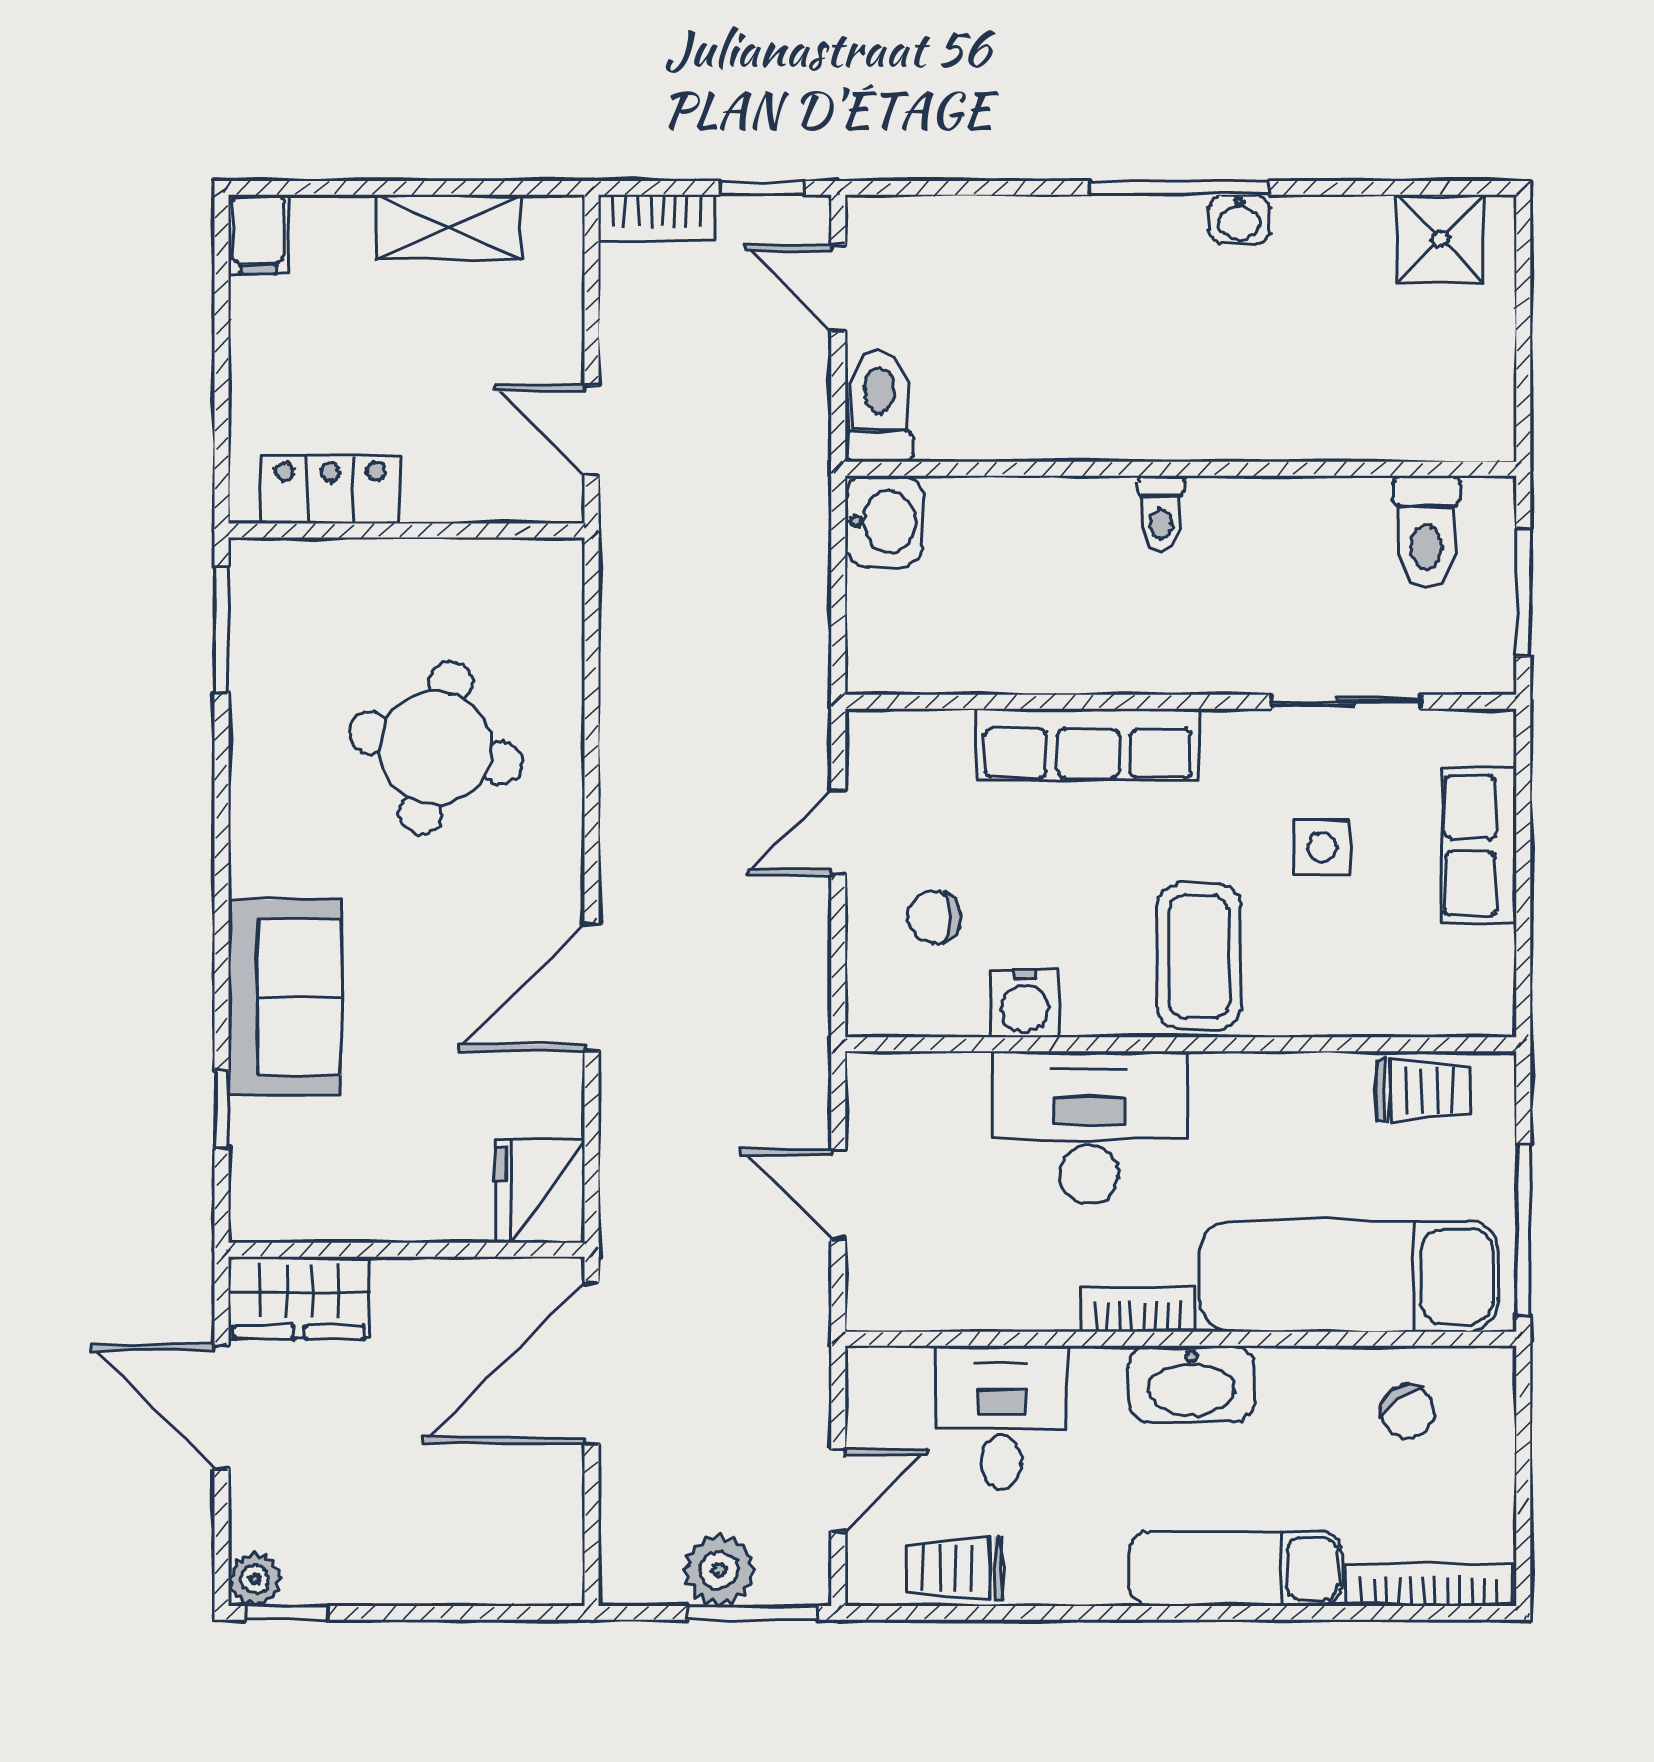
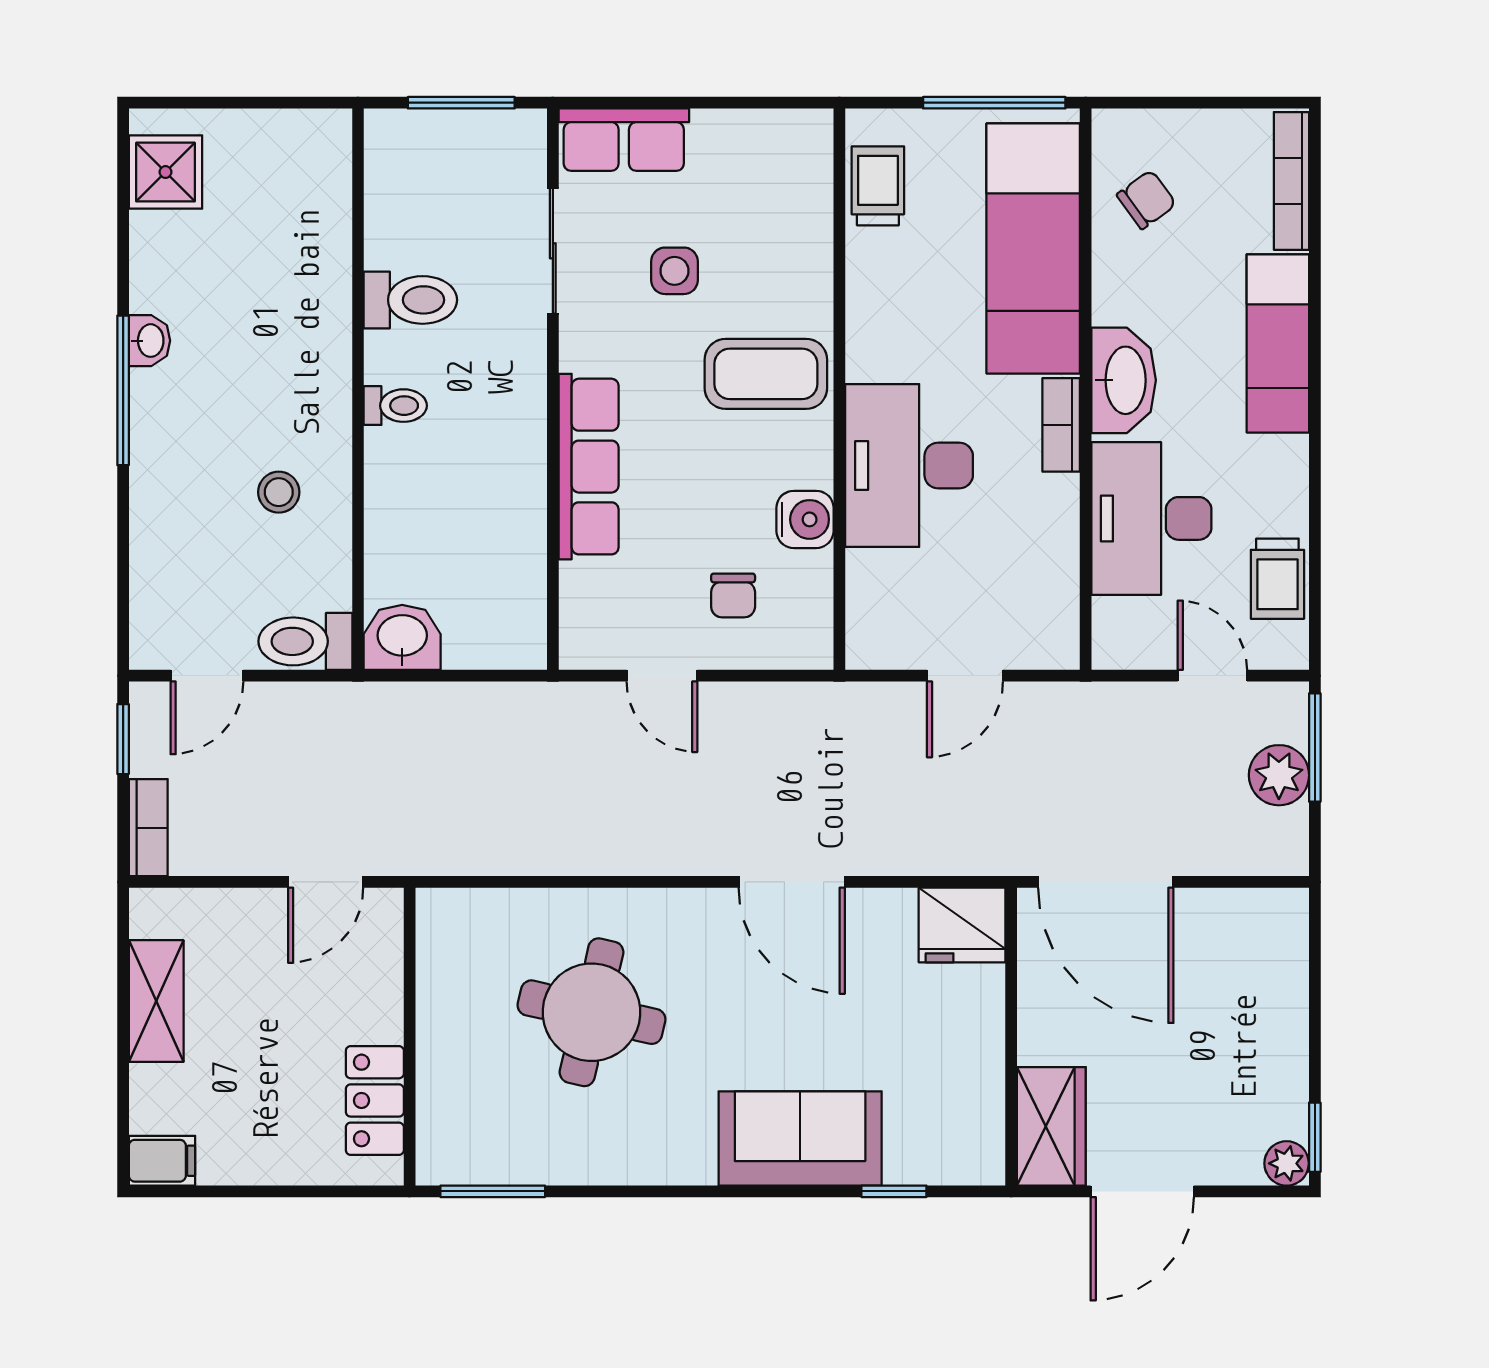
stool: (1058, 374) -> (279, 492), added
toilet: (1426, 531) -> (410, 300), moved
row of seats: (1479, 846) -> (624, 140), moved
desk: (1001, 1417) -> (1151, 518), width x1.37

